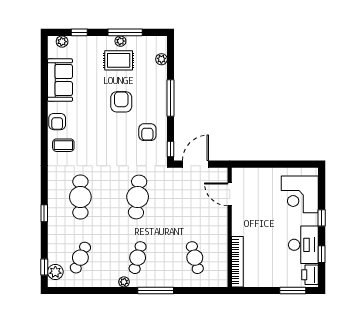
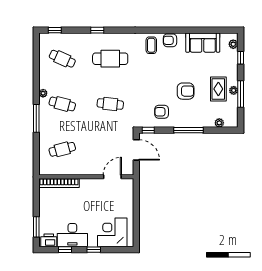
cafe table: (138, 197) -> (110, 104), width x0.73, depth x0.74
plant: (55, 272) -> (51, 39), removed

